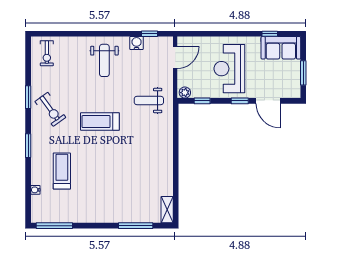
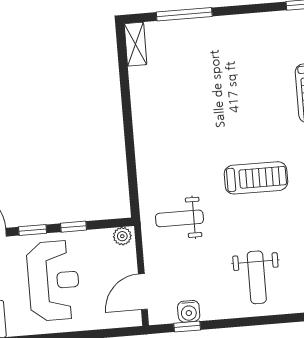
water cooler: (137, 43) -> (189, 311), moved
weight bench: (104, 60) -> (257, 277), turned 180
weight bench: (149, 101) -> (179, 218), turned 180
window: (202, 101) -> (74, 227), moved

